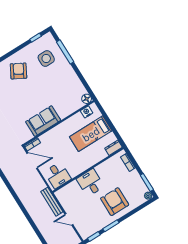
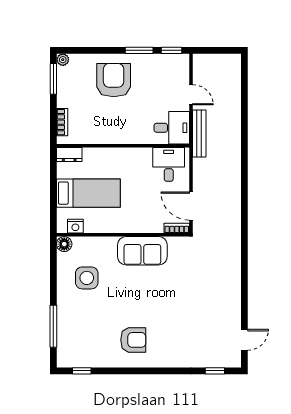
side table: (46, 58) -> (87, 278), moved
armchair: (19, 71) -> (133, 340), turned -119
desk: (90, 183) -> (172, 128), moved, turned -90
armchair: (115, 202) -> (114, 80), turned 180

